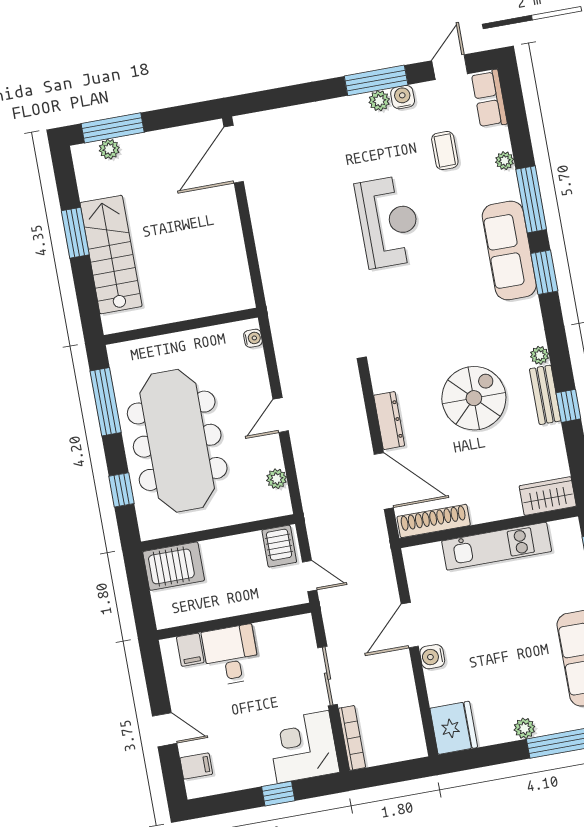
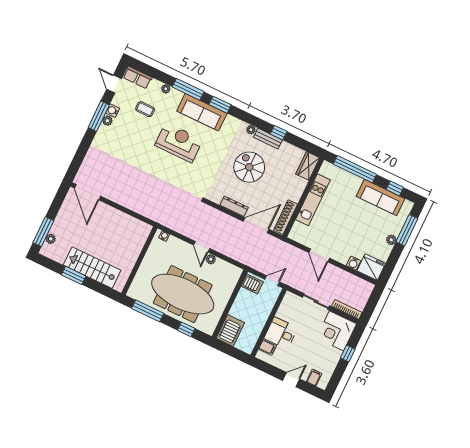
reception desk: (389, 222) -> (179, 142), moved
plant: (277, 479) -> (211, 259), moved
water cooler: (432, 657) -> (354, 263), moved

